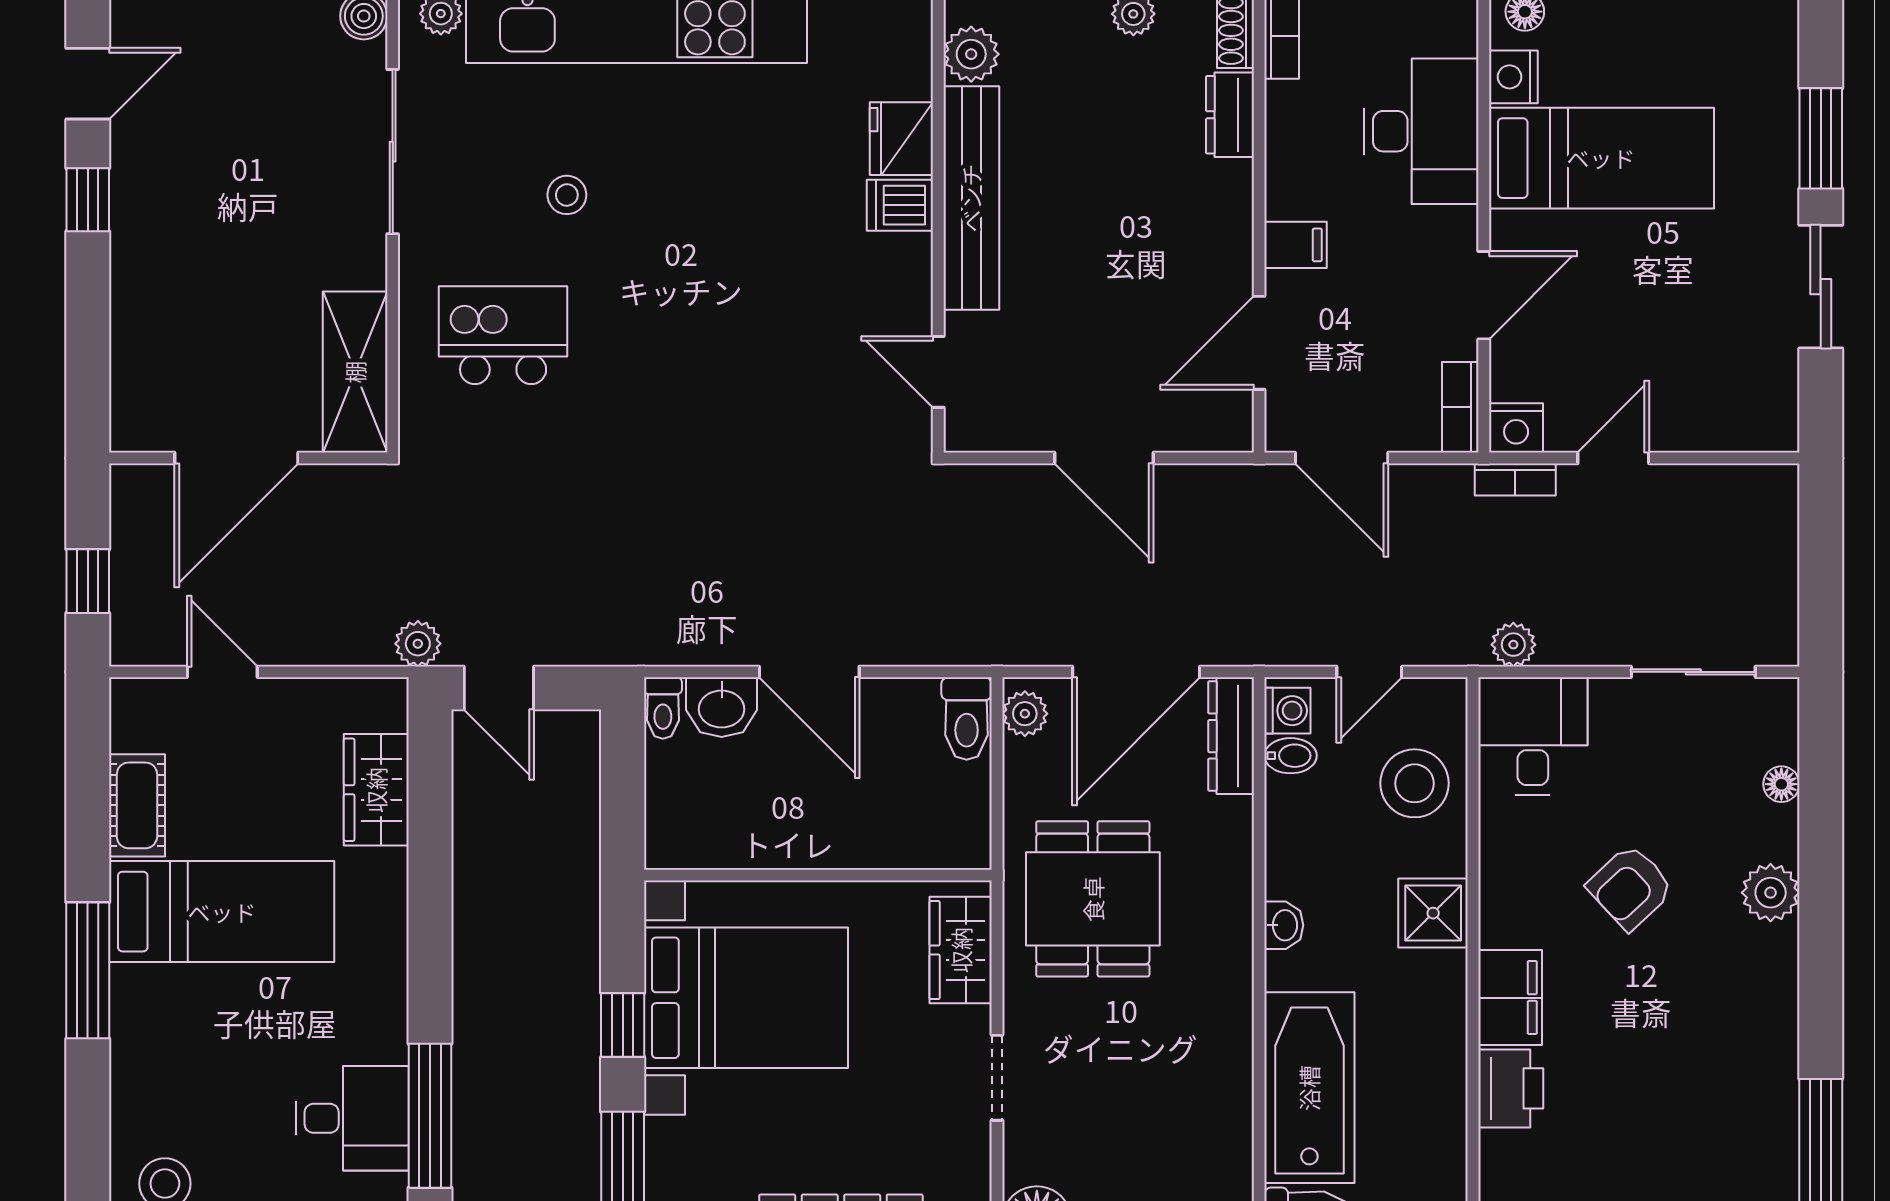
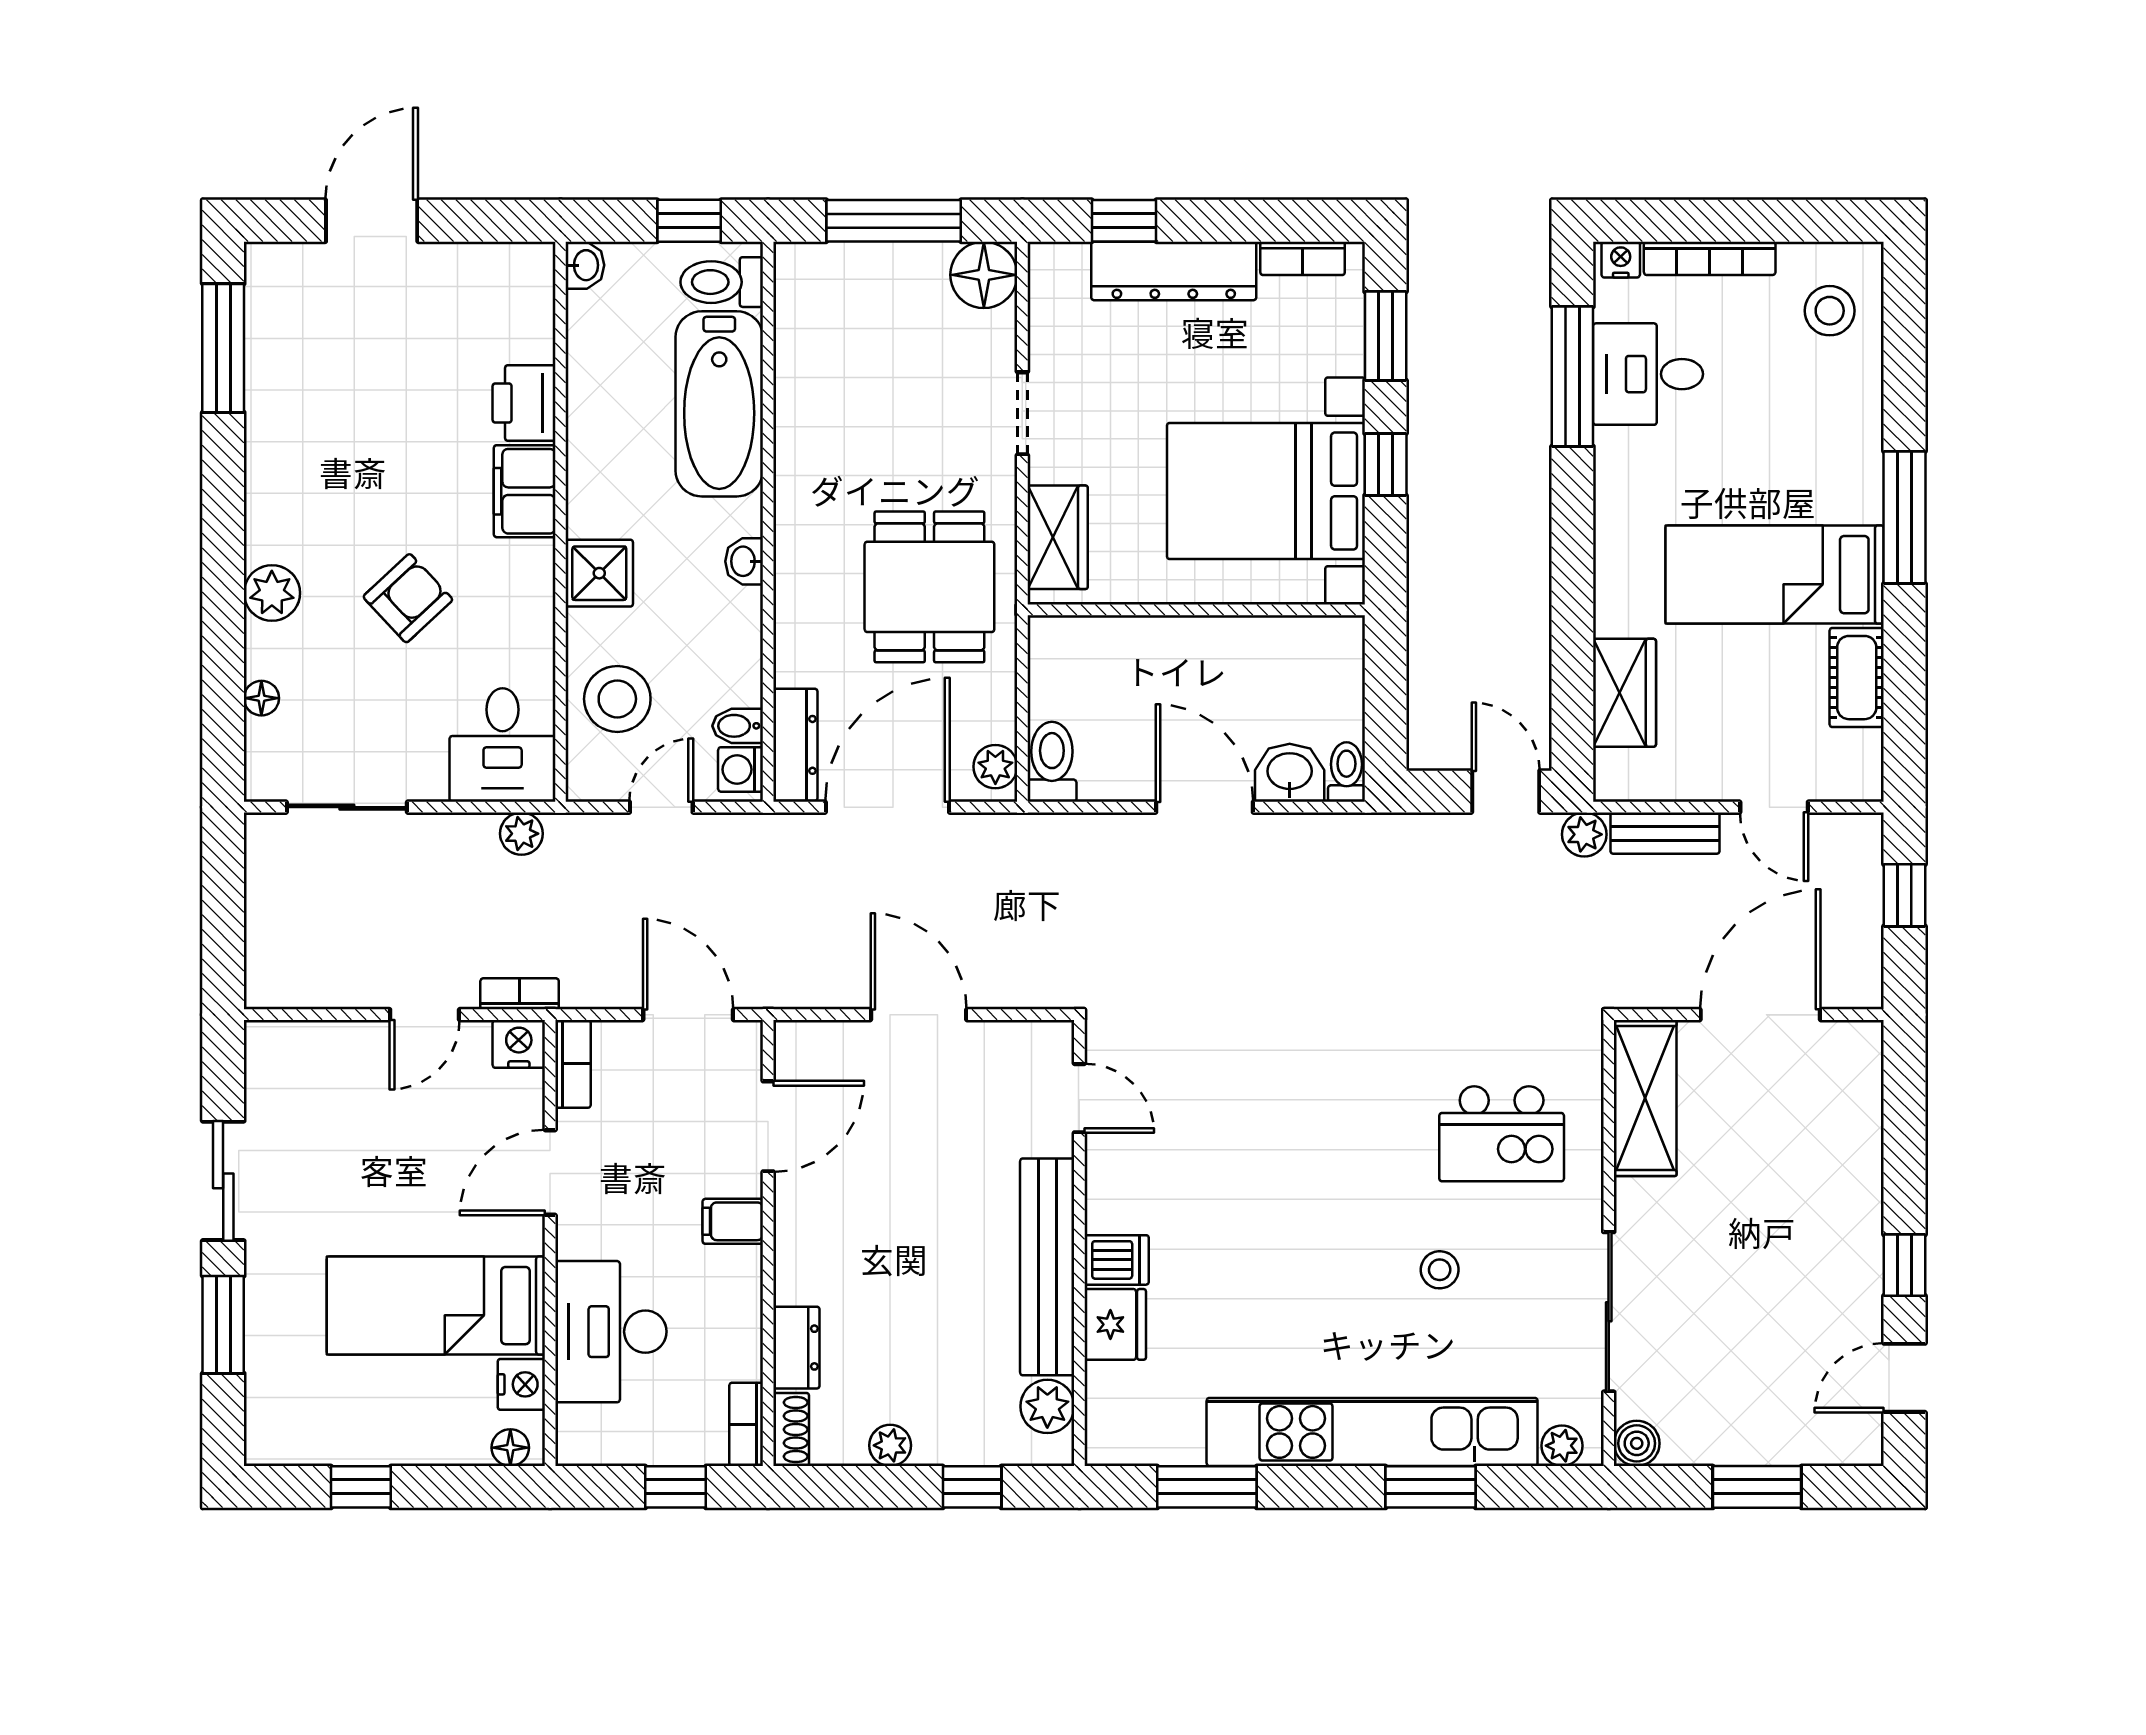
bench: (335, 645) -> (1665, 833), added

